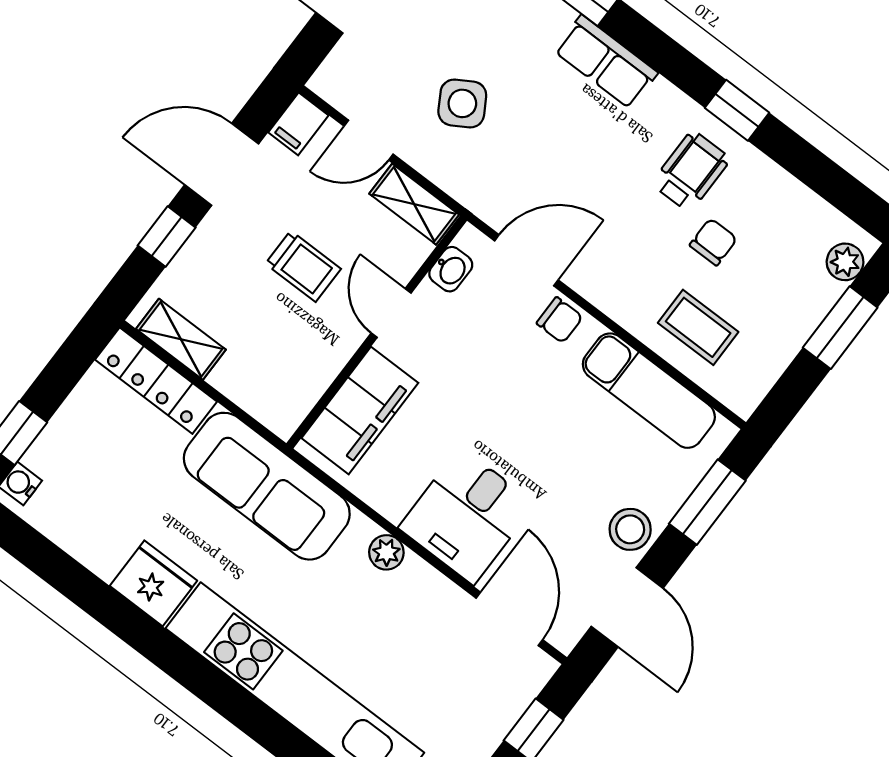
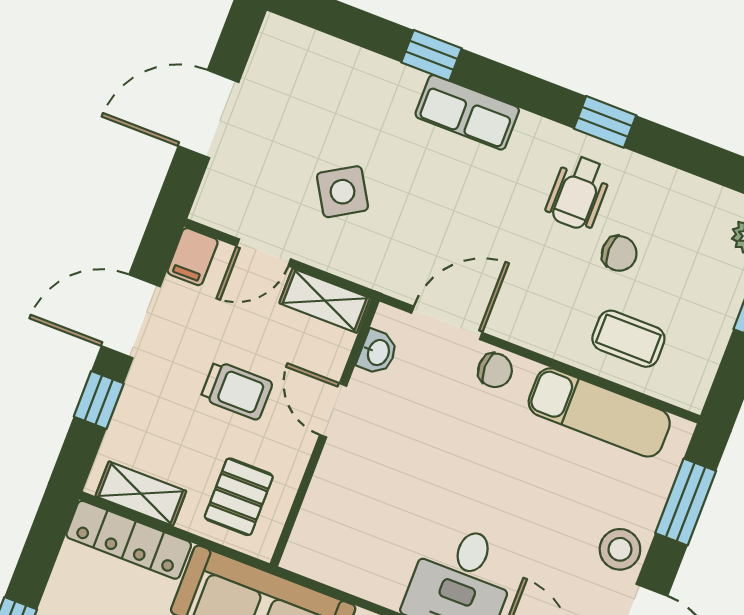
wheelchair: (691, 171) -> (578, 193), turned 180
chair: (713, 242) -> (619, 253), turned 90
pallet: (275, 370) -> (239, 497), added
filing cabinet: (360, 411) -> (330, 512), removed

